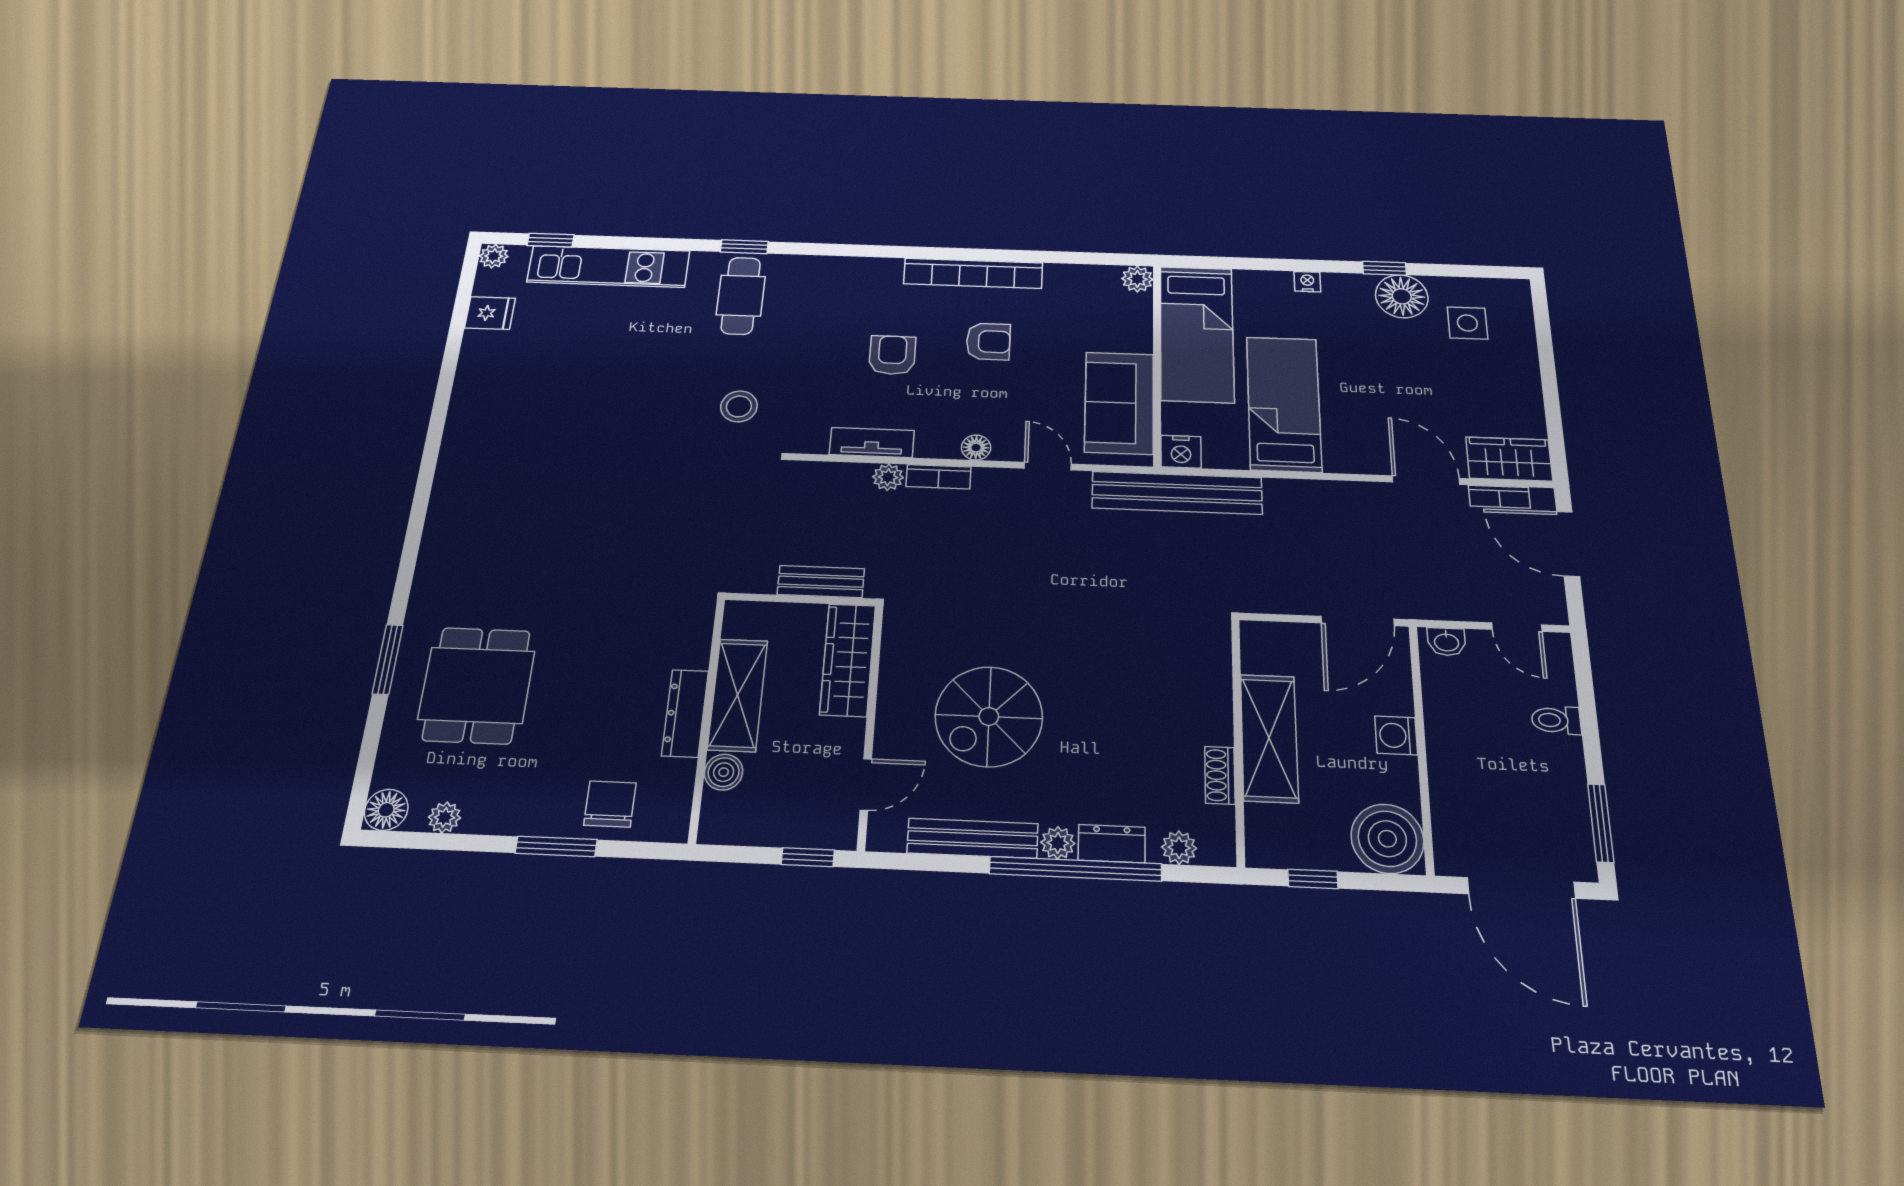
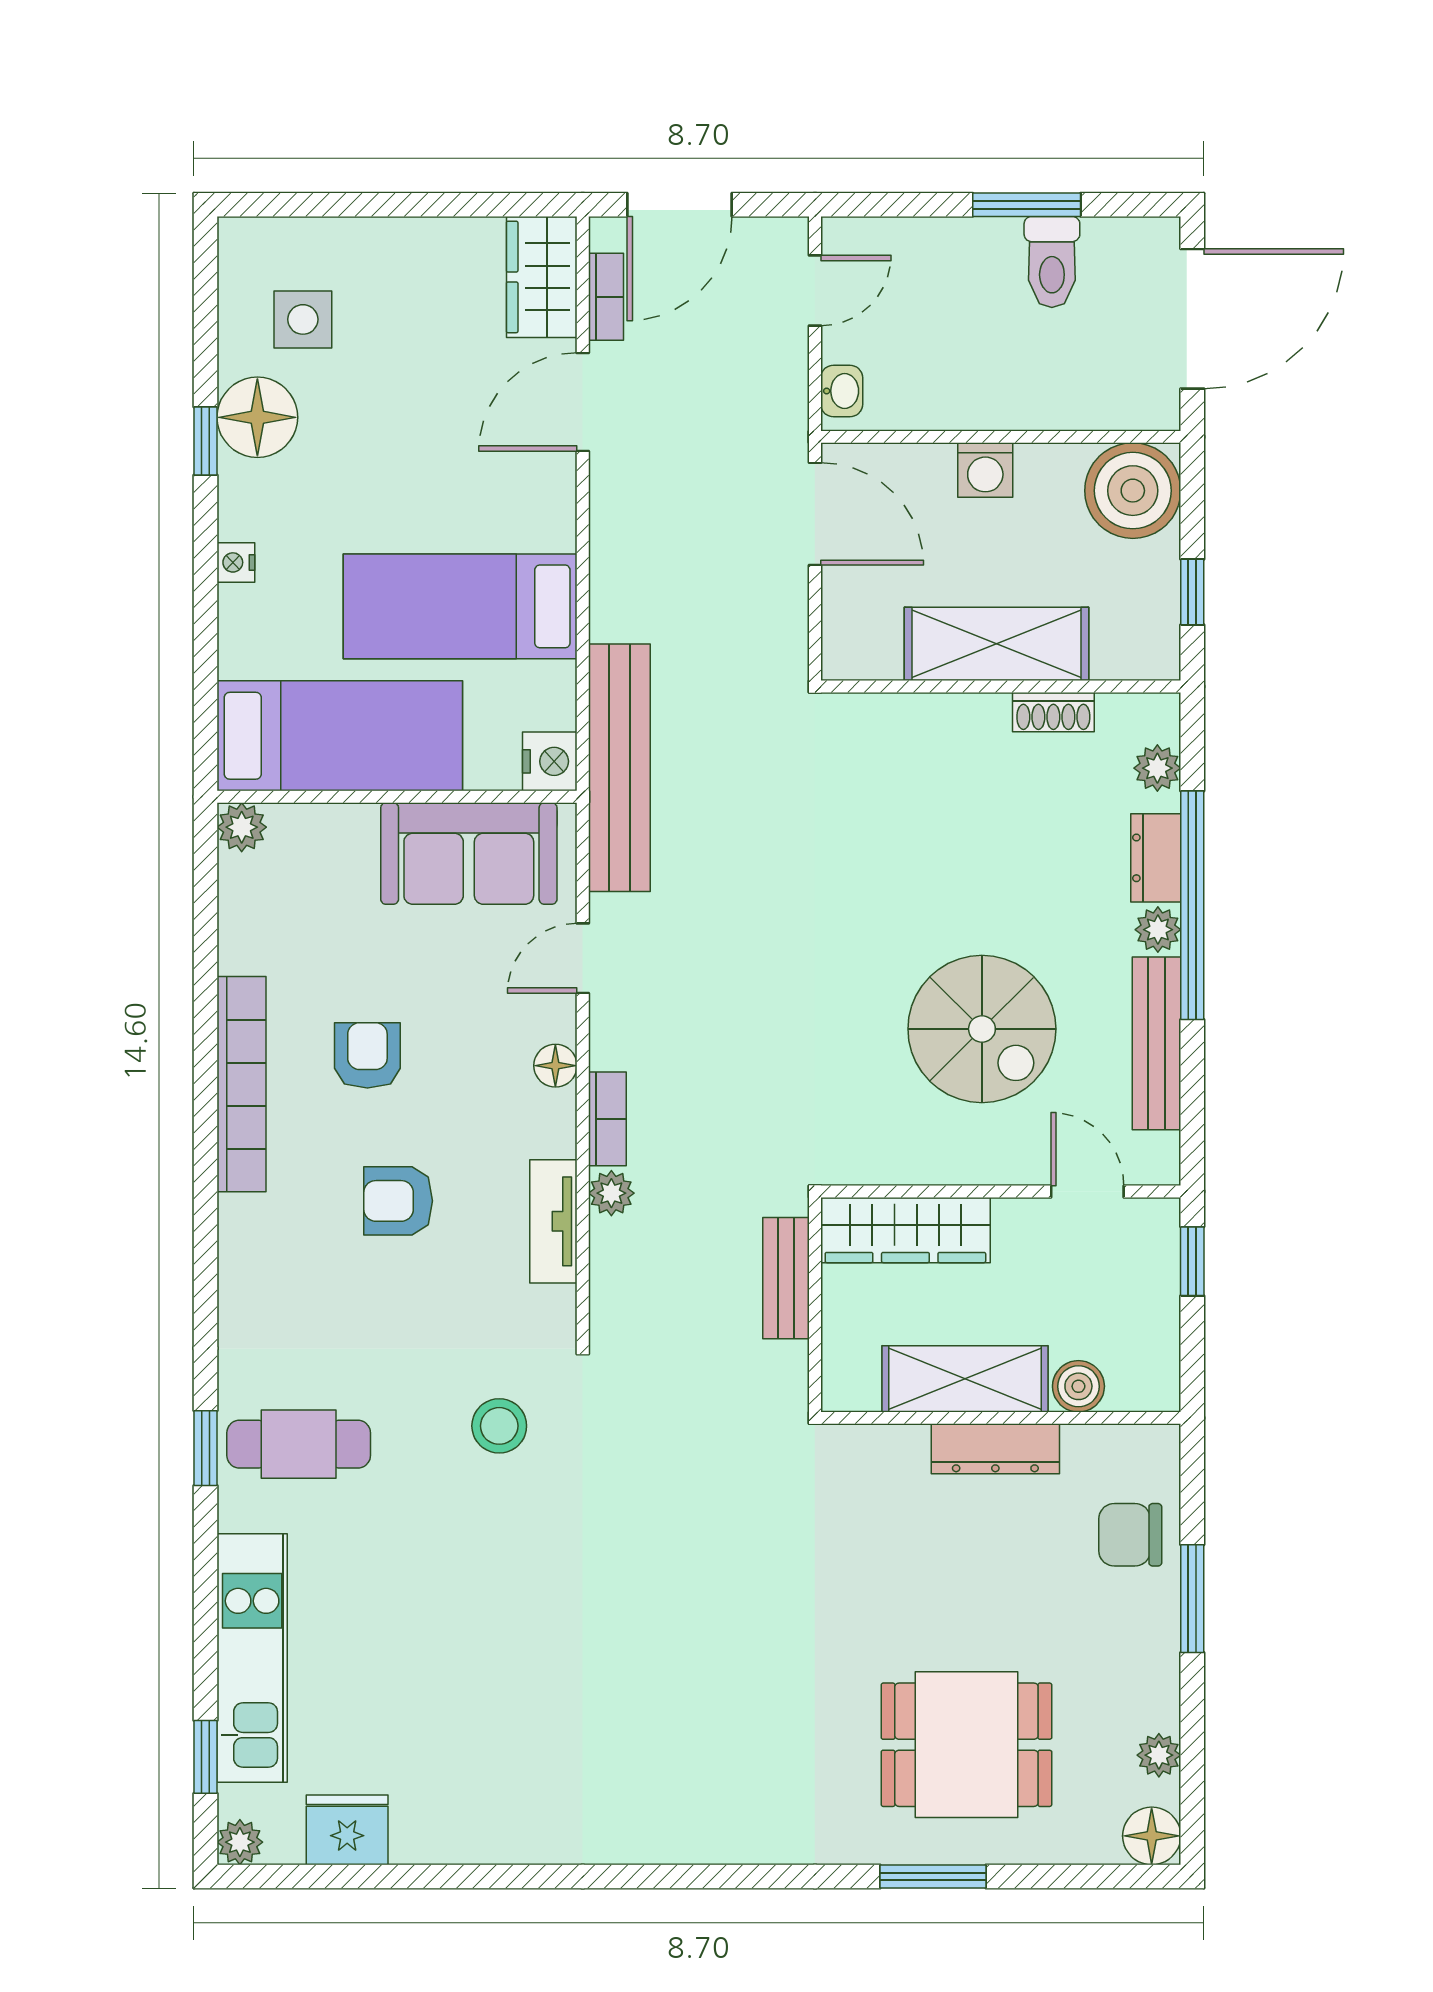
fridge: (490, 313) -> (347, 1830), width x1.38
toilet: (1556, 720) -> (1052, 262), moved, width x1.37, depth x1.39
window: (1601, 823) -> (1027, 205), moved

